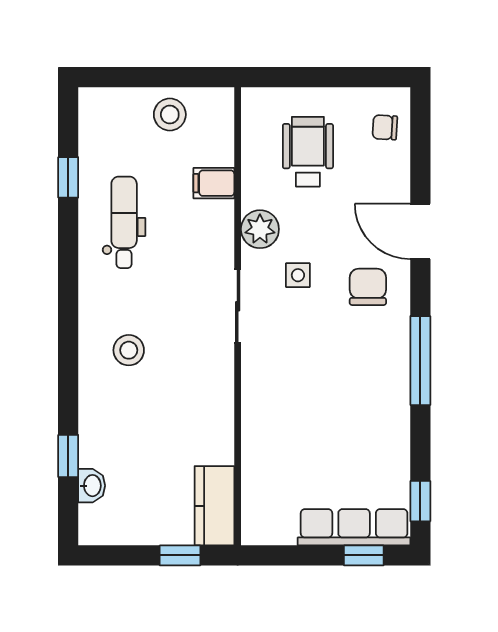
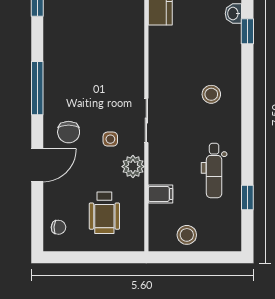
door: (420, 231) -> (37, 165), hinge flipped

